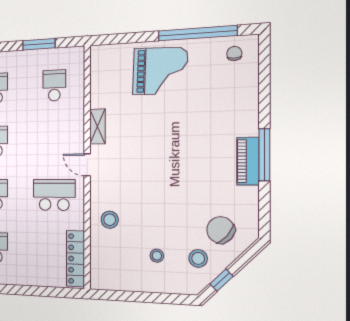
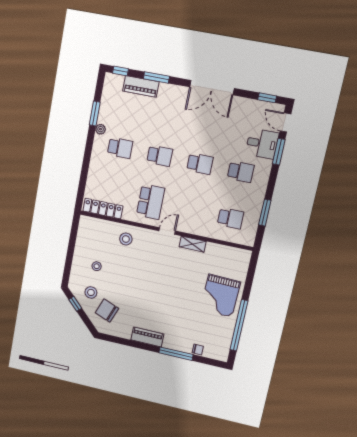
chair: (234, 53) -> (198, 350), moved
window: (264, 155) -> (176, 354), moved
chair: (221, 230) -> (107, 311), turned -110

